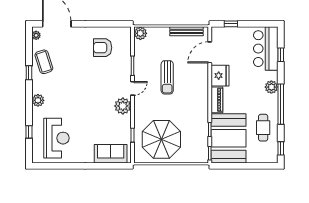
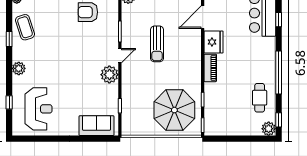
plant: (271, 87) -> (269, 129), moved
booth: (228, 138) -> (223, 109), removed
parasol: (161, 139) -> (174, 110), moved

